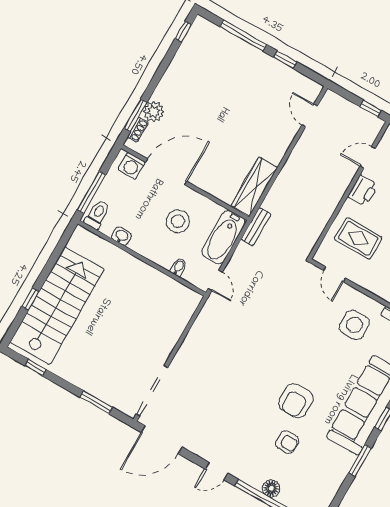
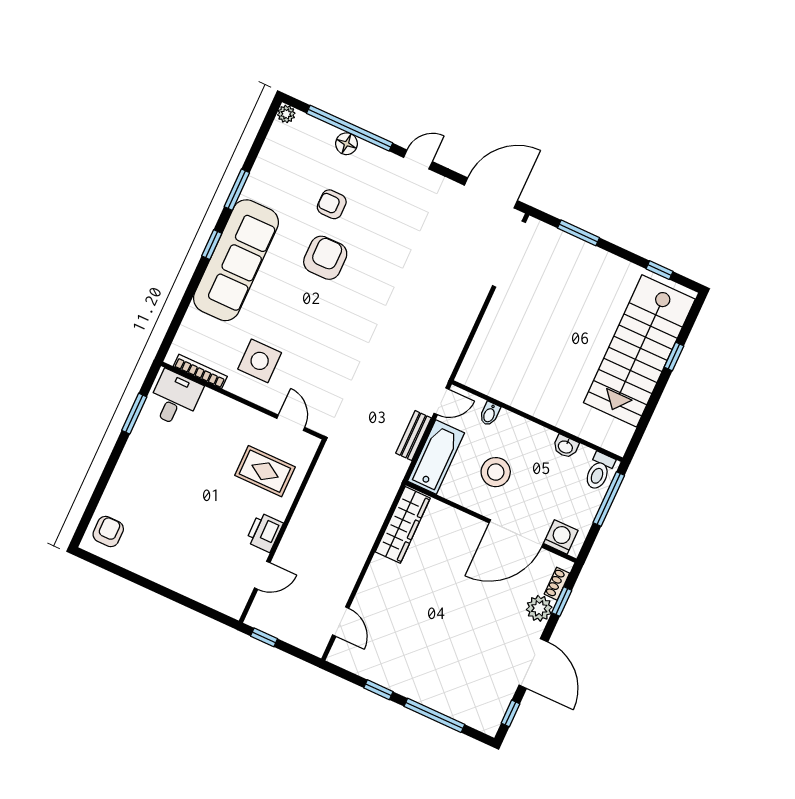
door: (162, 69) -> (533, 663), added
window: (136, 115) -> (562, 602), width x0.67
bench: (256, 227) -> (413, 436), moved
door: (215, 280) -> (442, 401), swing flipped

